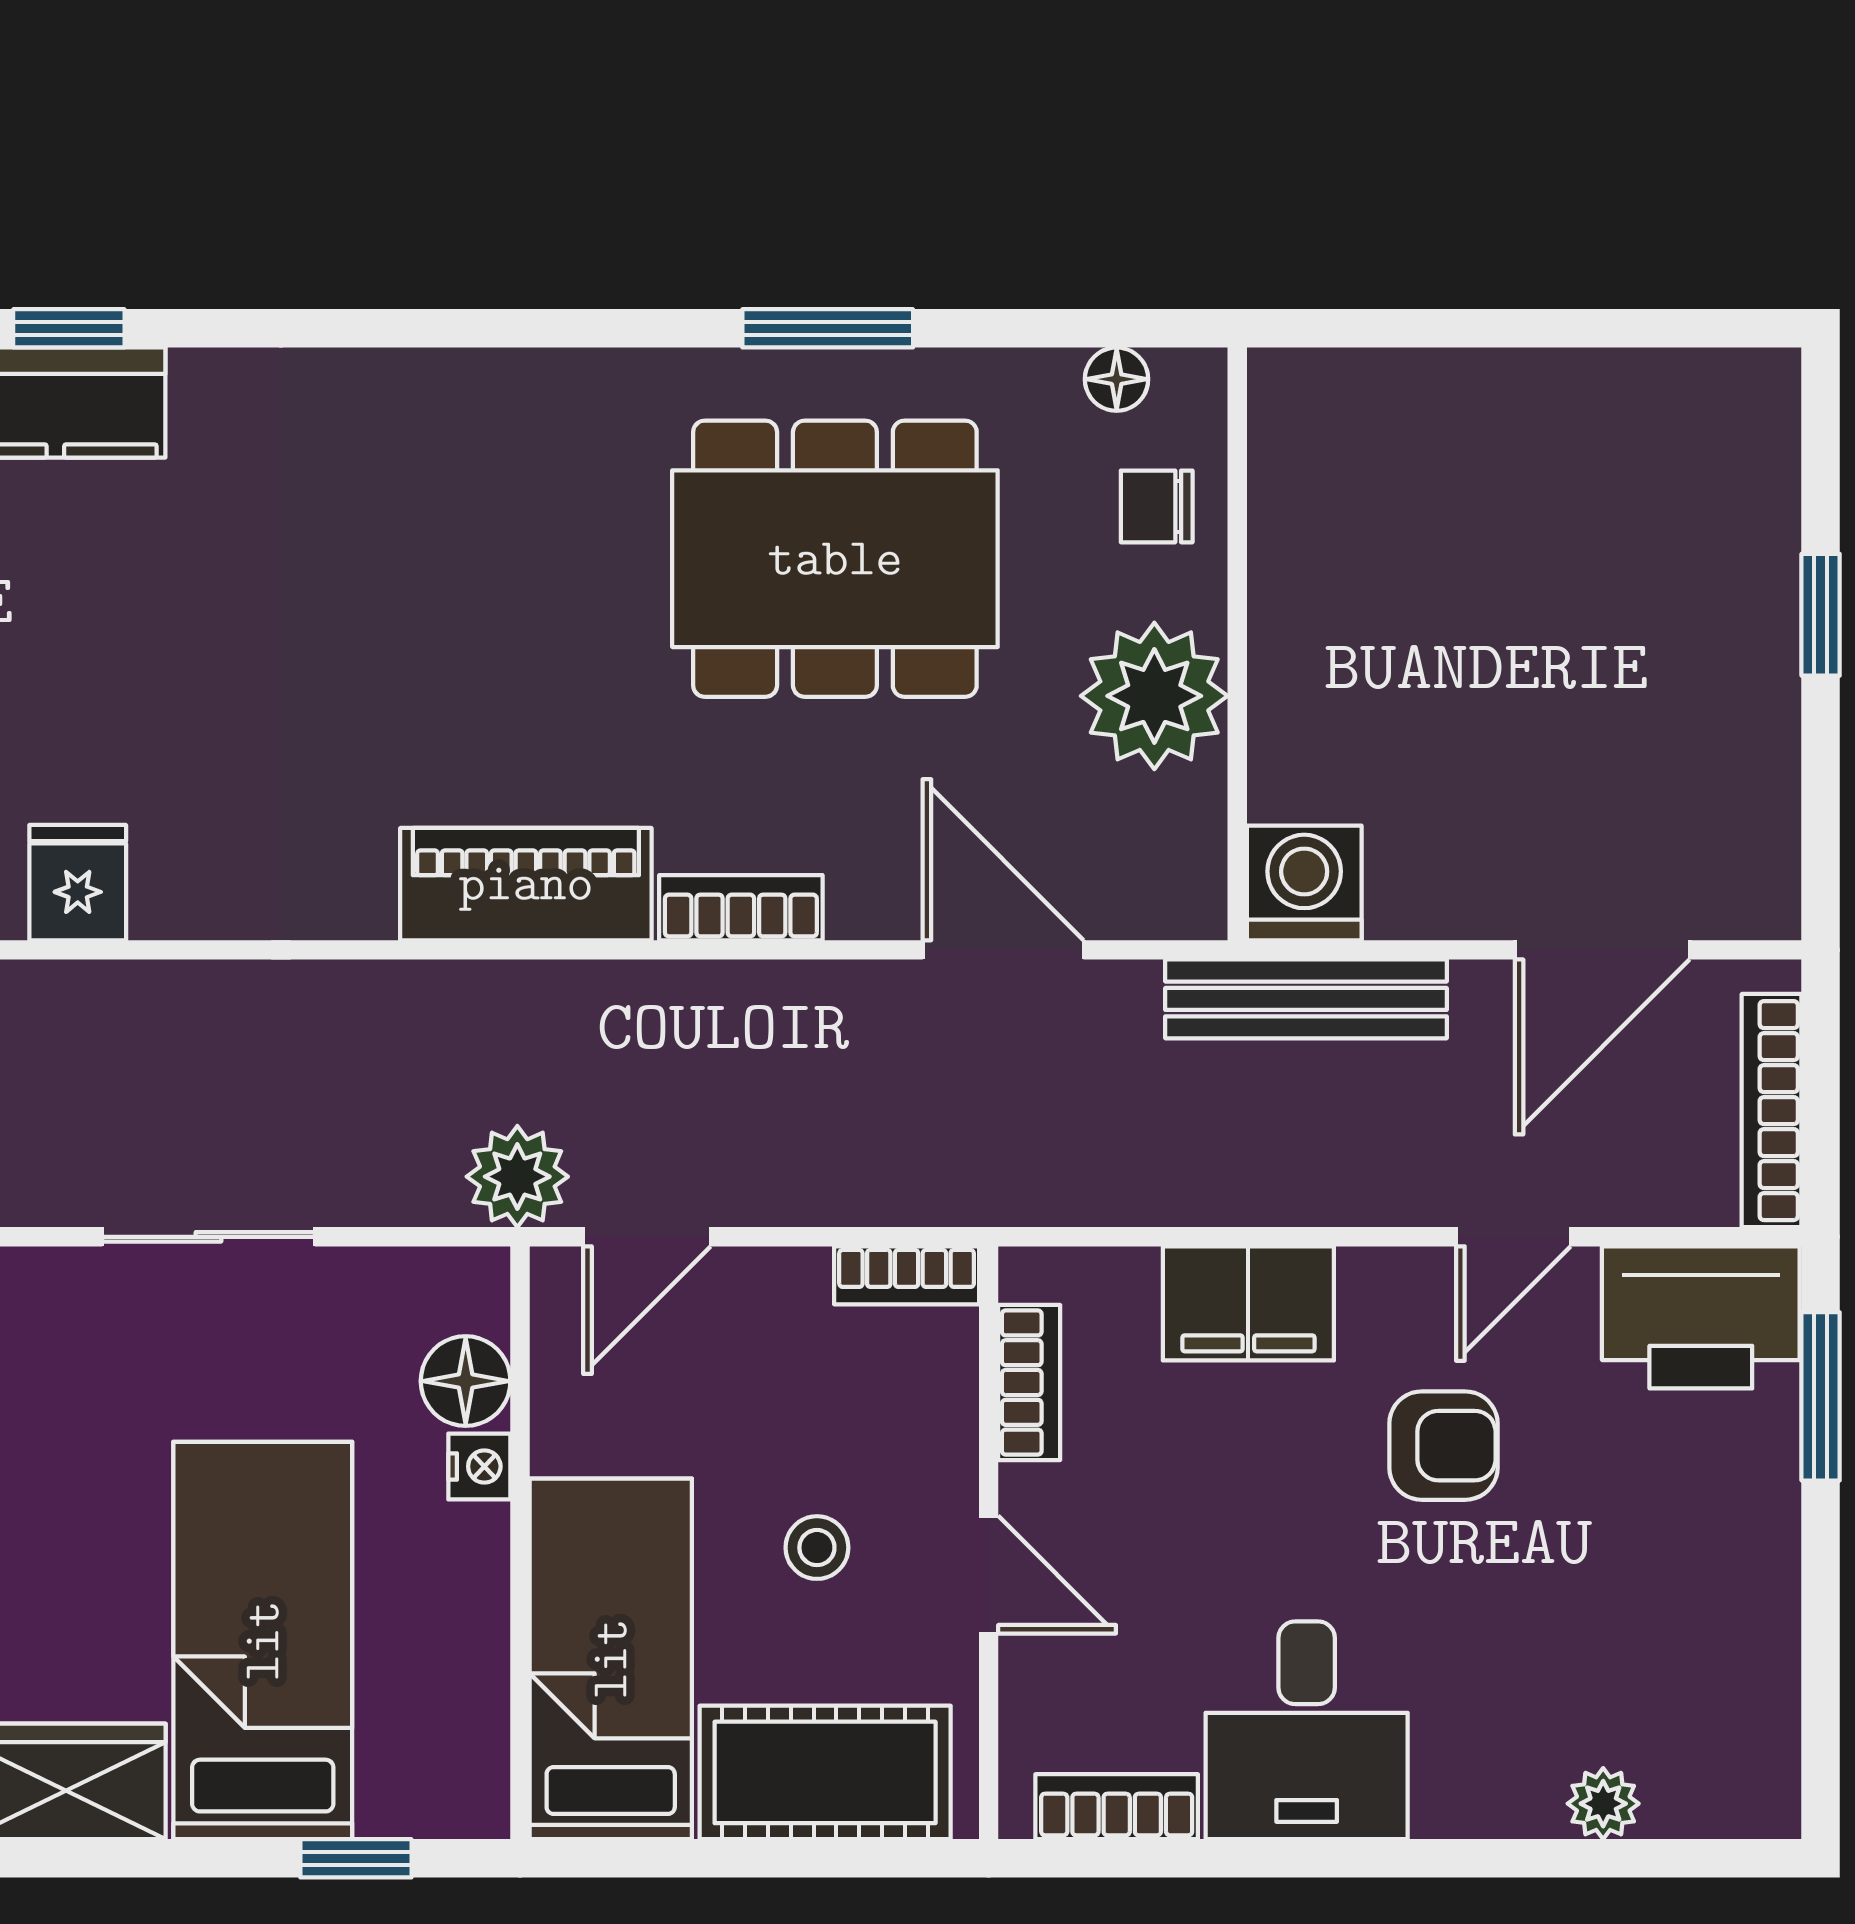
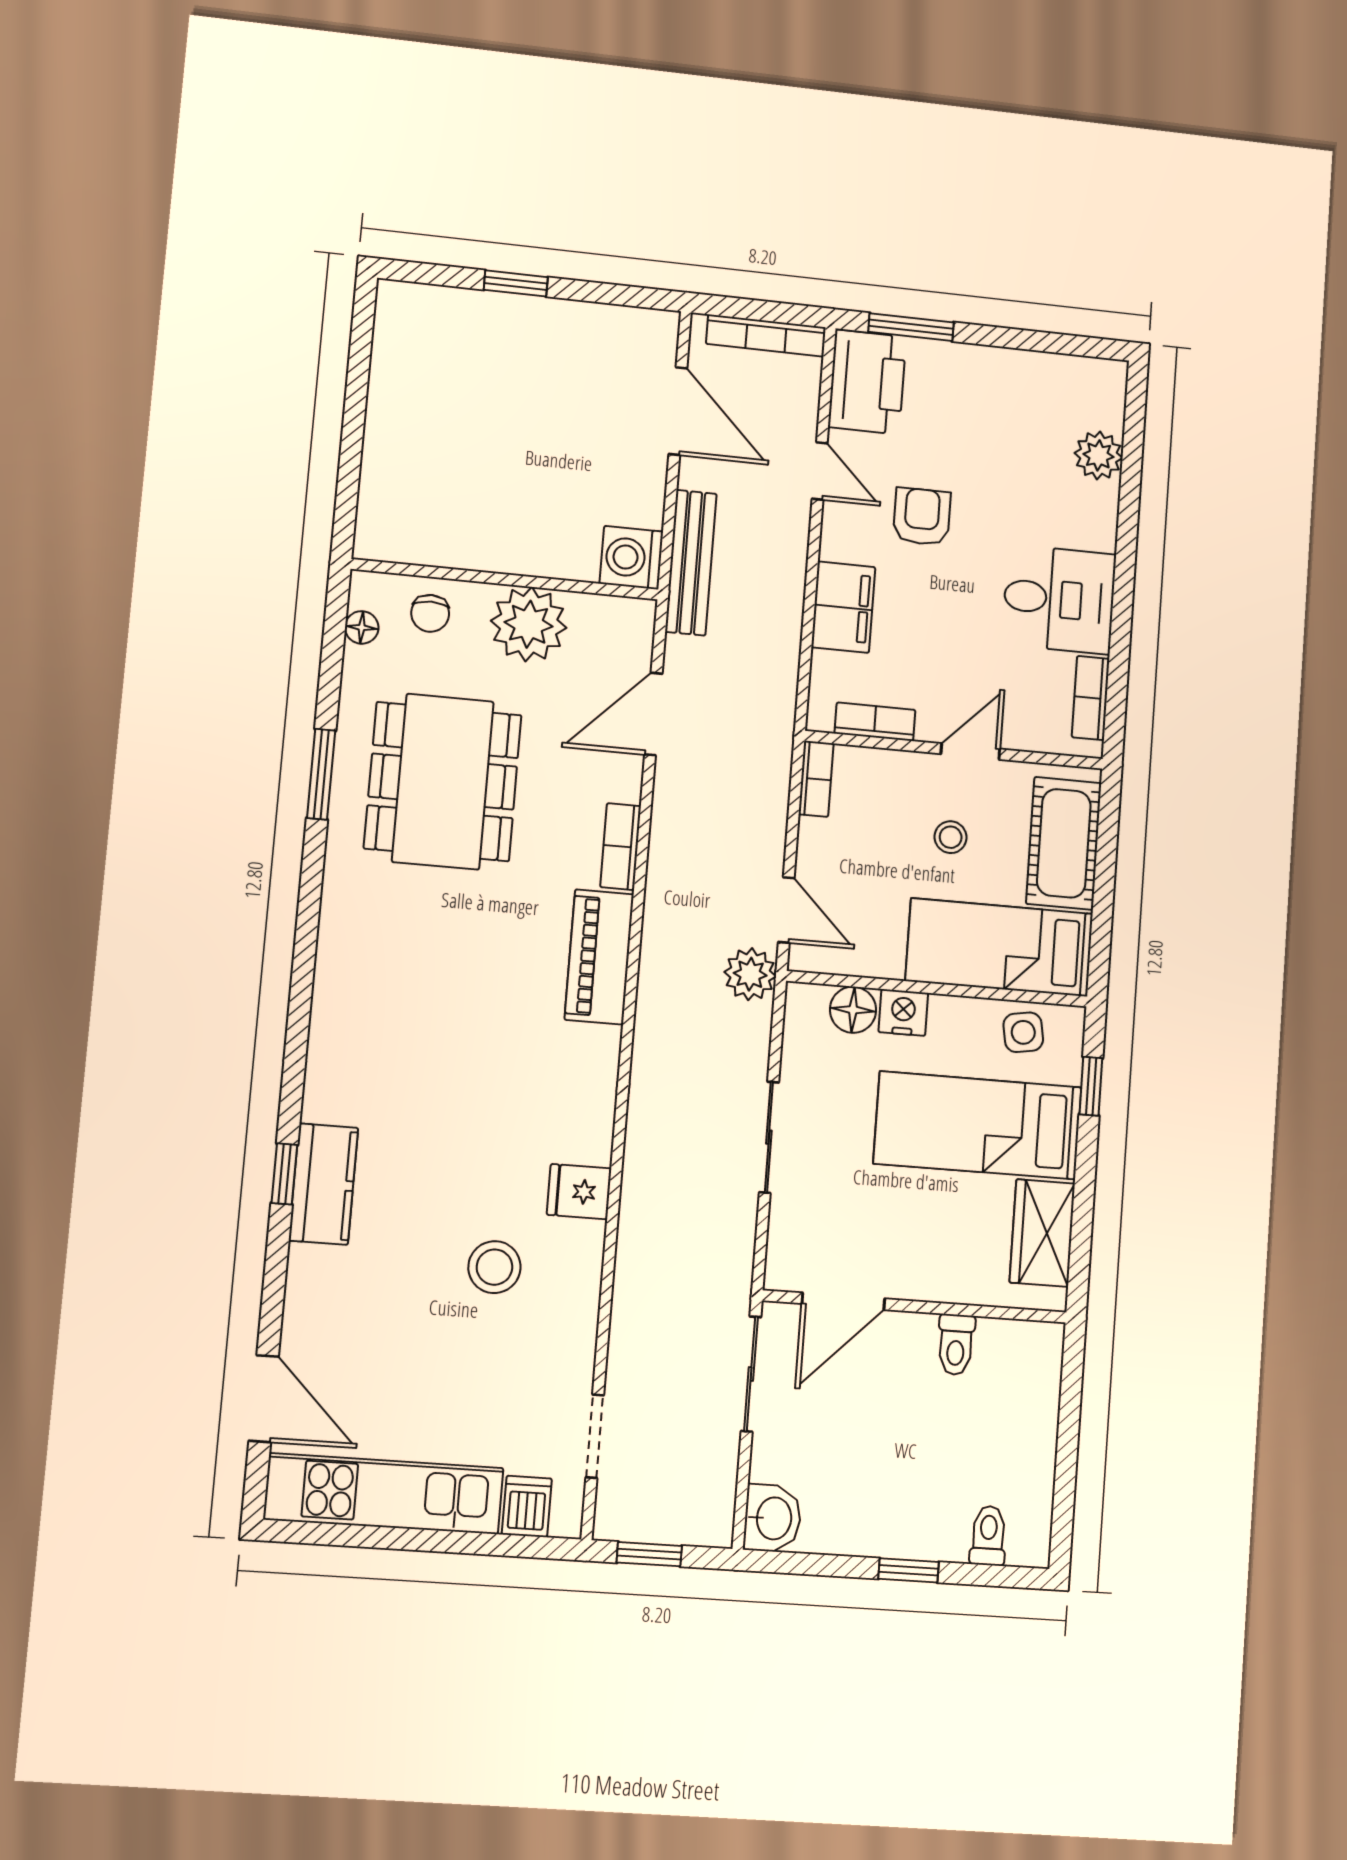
nightstand: (479, 1466) -> (903, 1013), width x1.39, depth x1.35
side table: (450, 1717) -> (1023, 1032), added
plant: (1603, 1804) -> (1099, 455), width x1.38, depth x1.38

